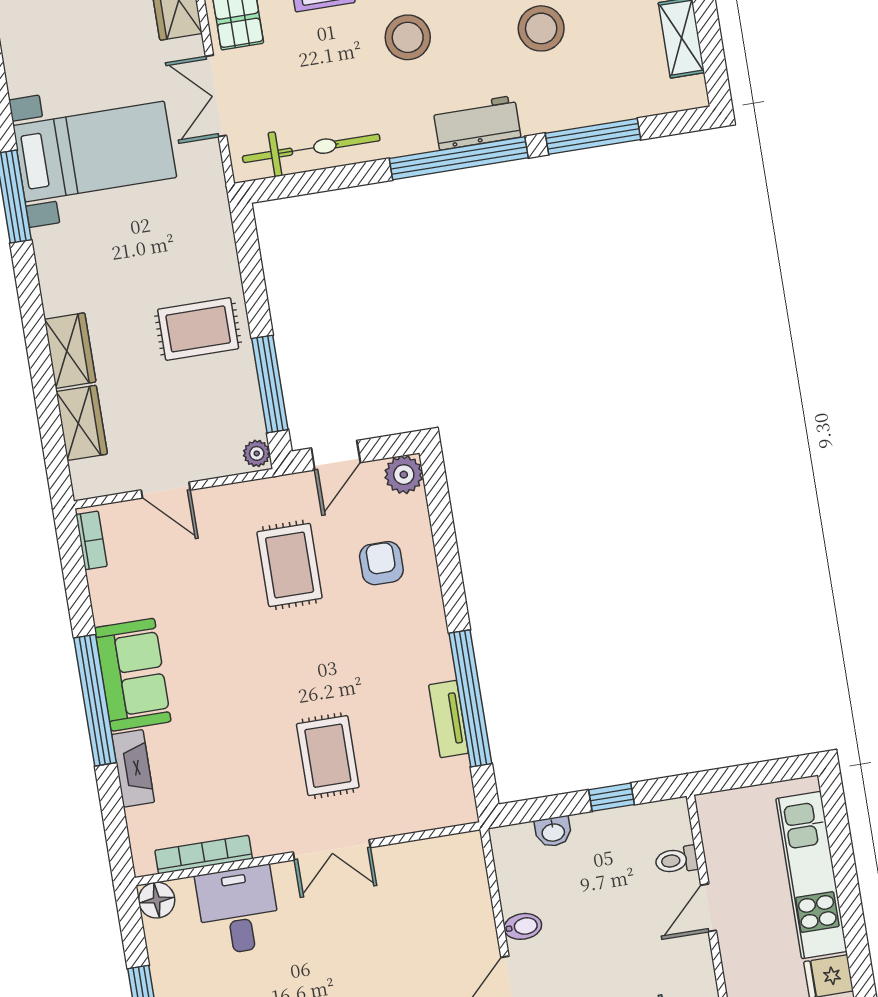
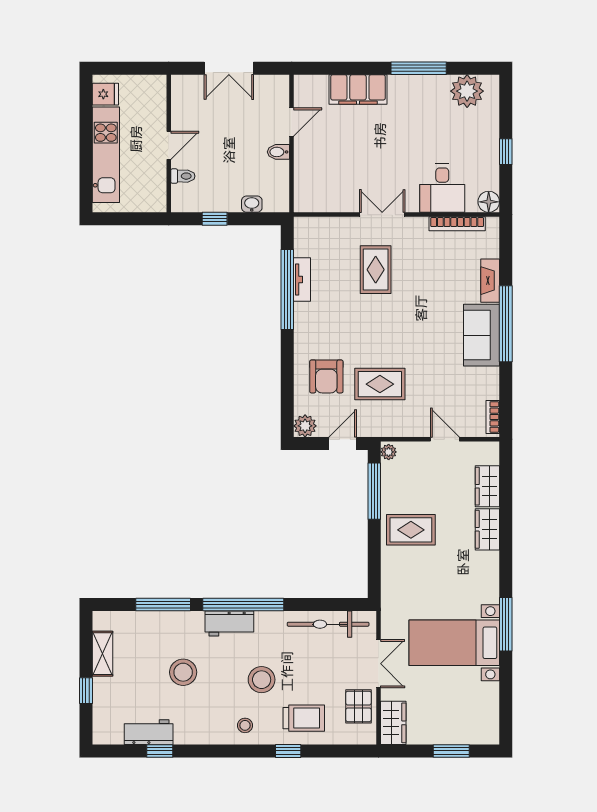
armchair: (381, 563) -> (326, 376), width x1.38, depth x1.38
rug: (290, 565) -> (380, 384), turned 90

